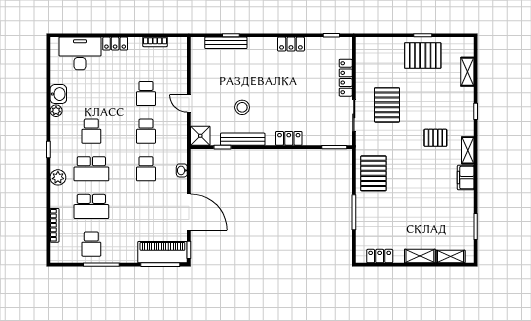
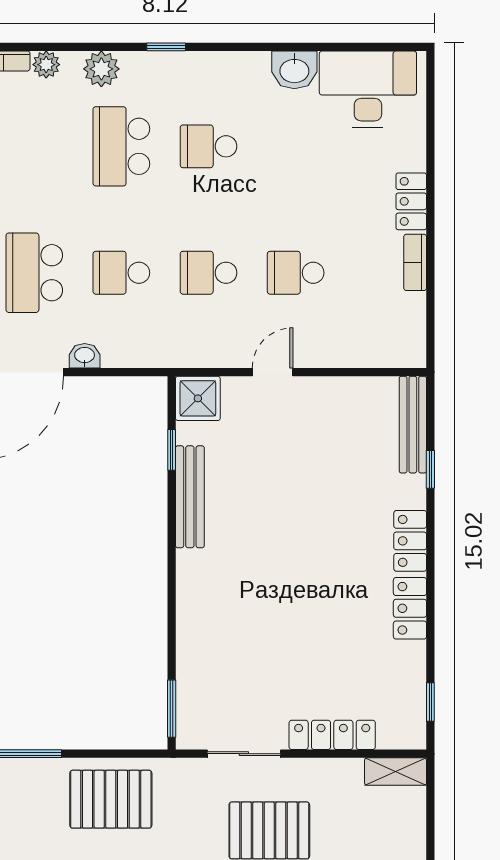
bookcase: (155, 42) -> (415, 262), moved
bench: (226, 43) -> (413, 425), moved
shelving: (362, 50) -> (396, 772), added
desk: (80, 53) -> (368, 89), moved, turned -90
stool: (242, 107) -> (264, 495), removed
plant: (56, 111) -> (46, 65), moved
locker: (289, 138) -> (410, 541), moved, turned 180
washbasin: (182, 170) -> (85, 356), moved
school desk: (91, 206) -> (34, 273), moved

